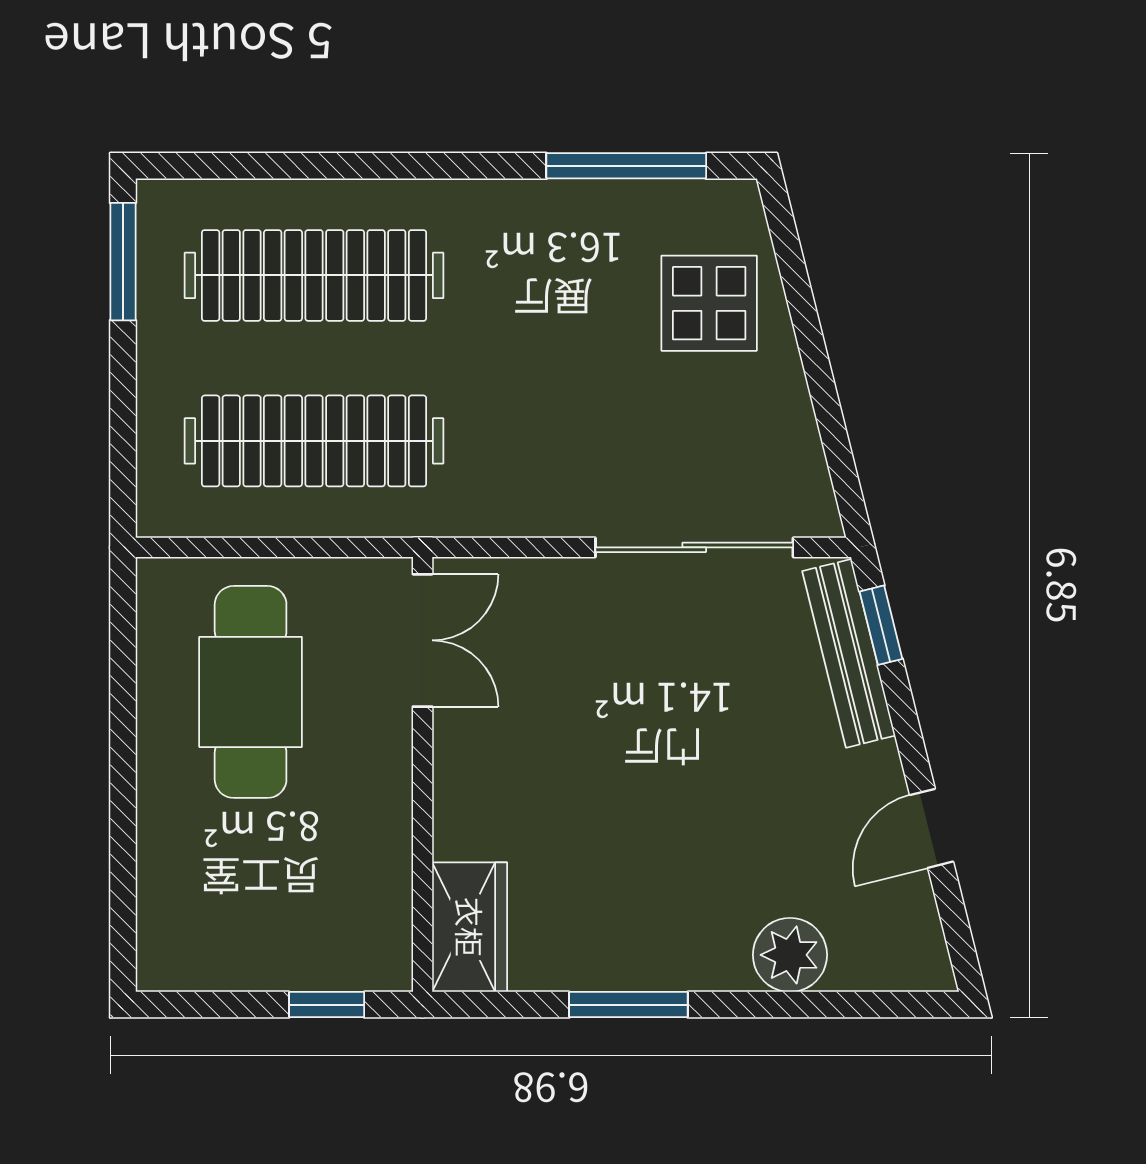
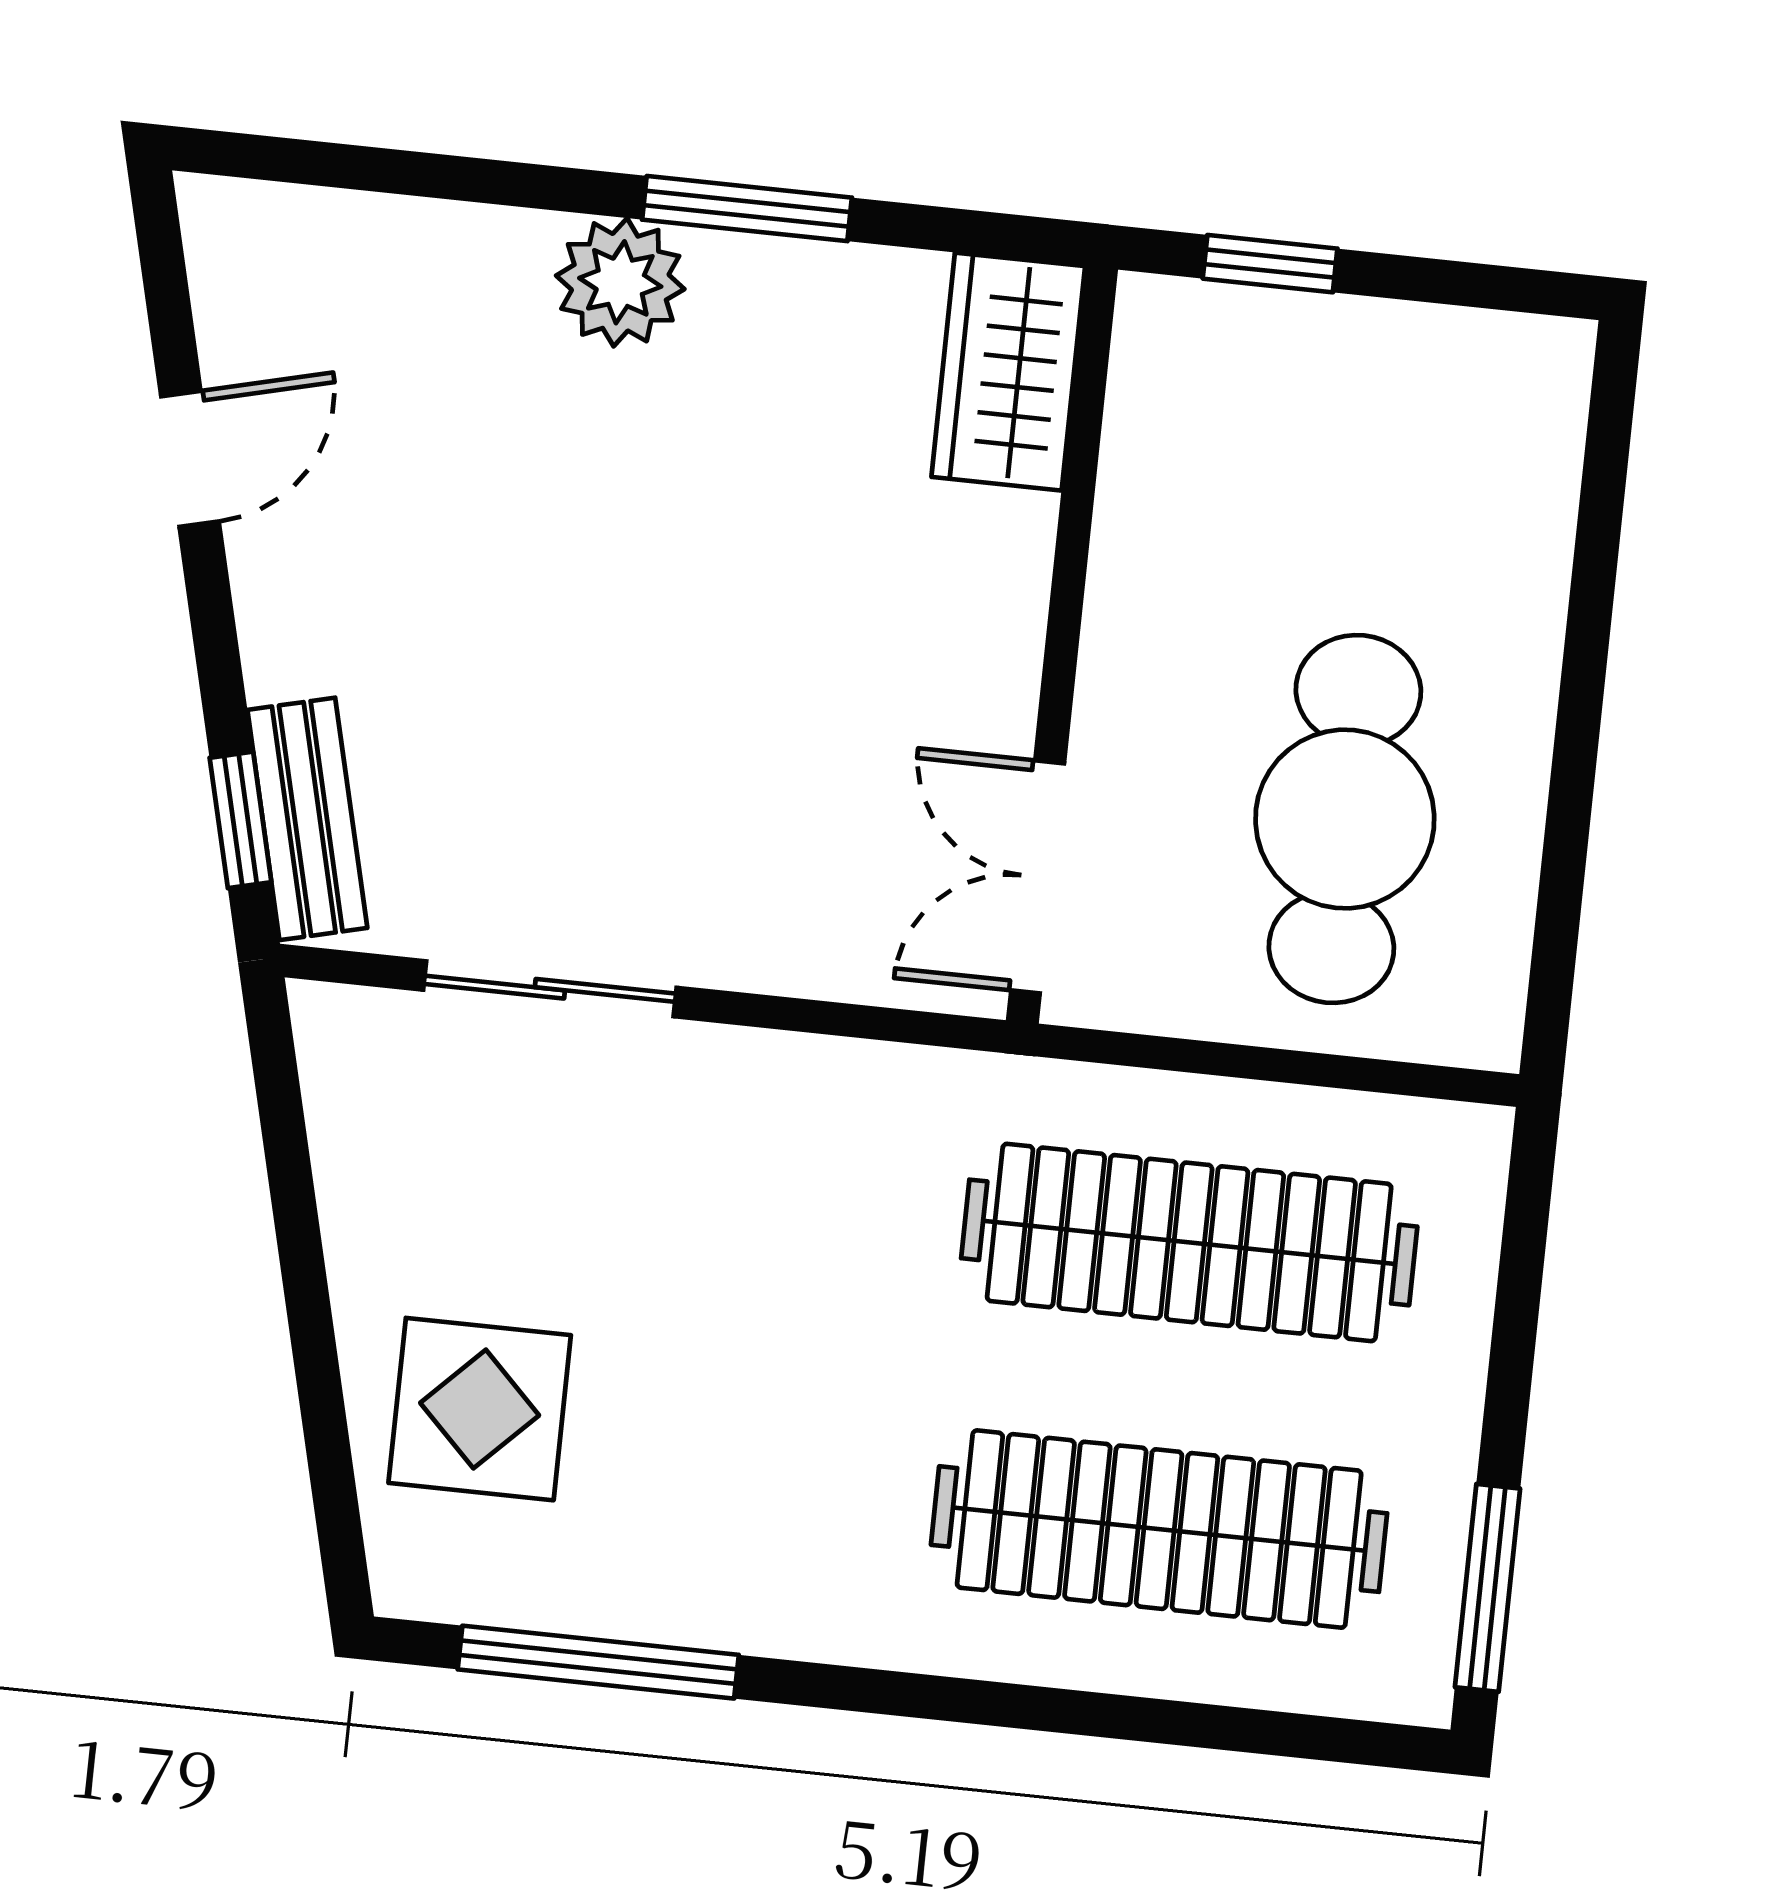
sliding door: (694, 547) -> (550, 989), width x0.73
bench: (849, 653) -> (307, 819), width x0.73
plant: (790, 955) -> (620, 282), moved

